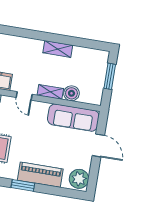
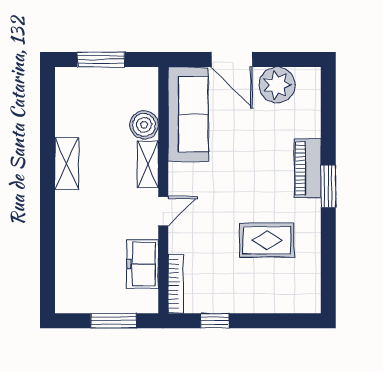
door: (98, 145) -> (232, 60), swing flipped
piano: (40, 175) -> (308, 168), width x0.73, depth x0.75
plant: (79, 179) -> (277, 85), moved

